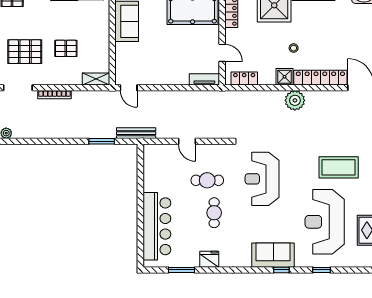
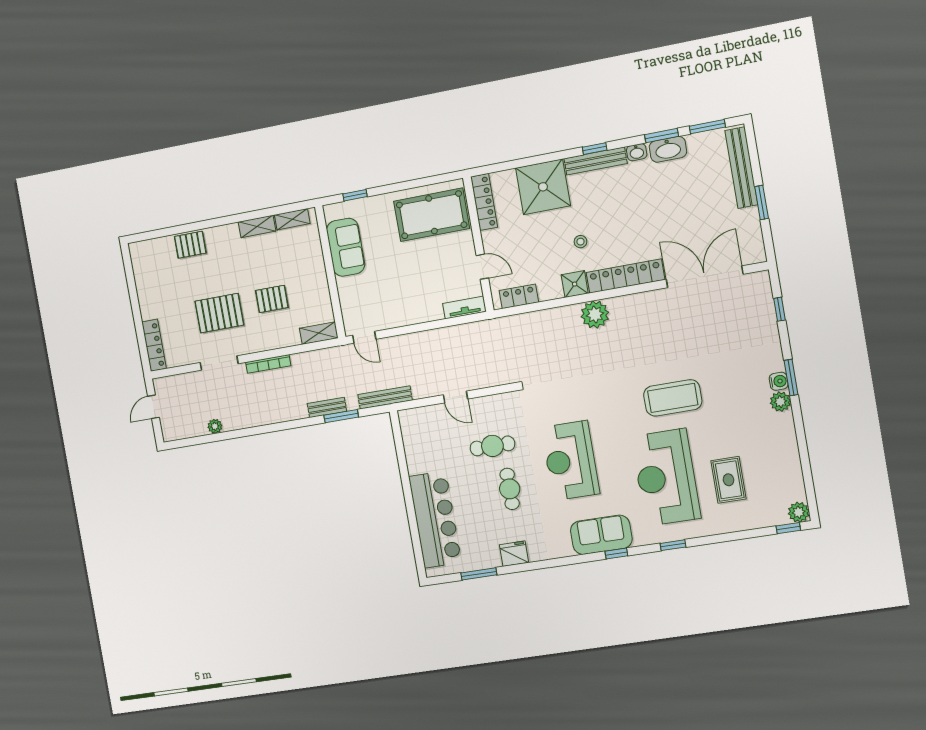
bench: (92, 133) -> (327, 407), added
reception desk: (262, 179) -> (570, 461), moved

